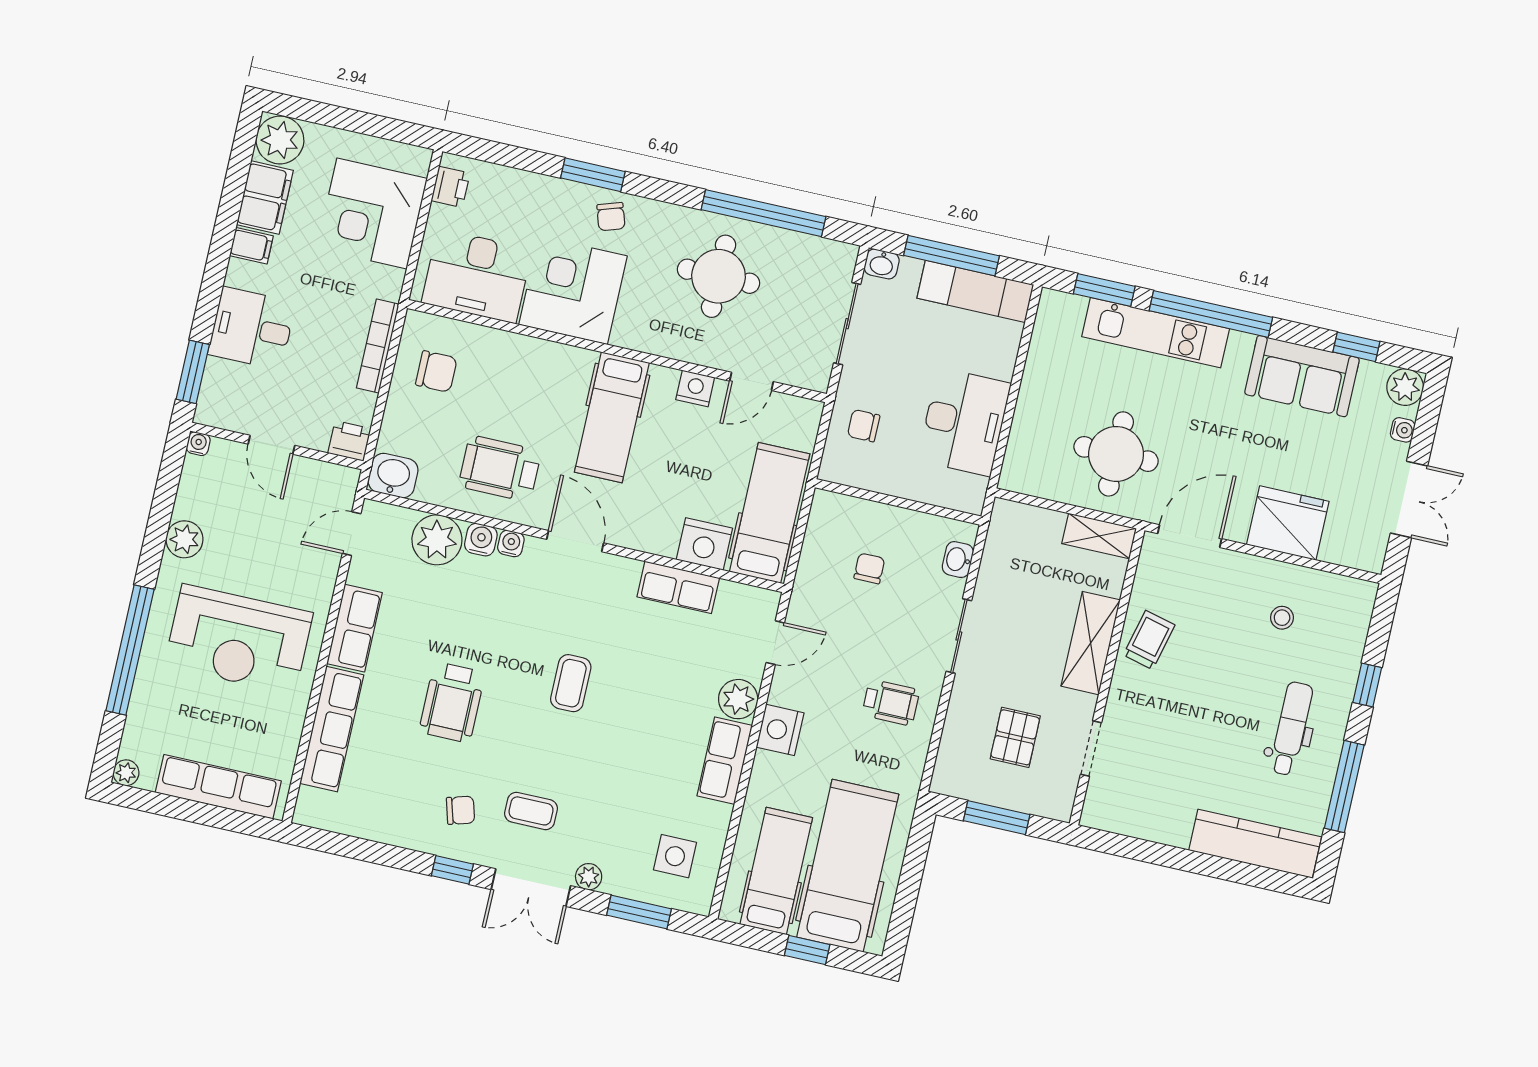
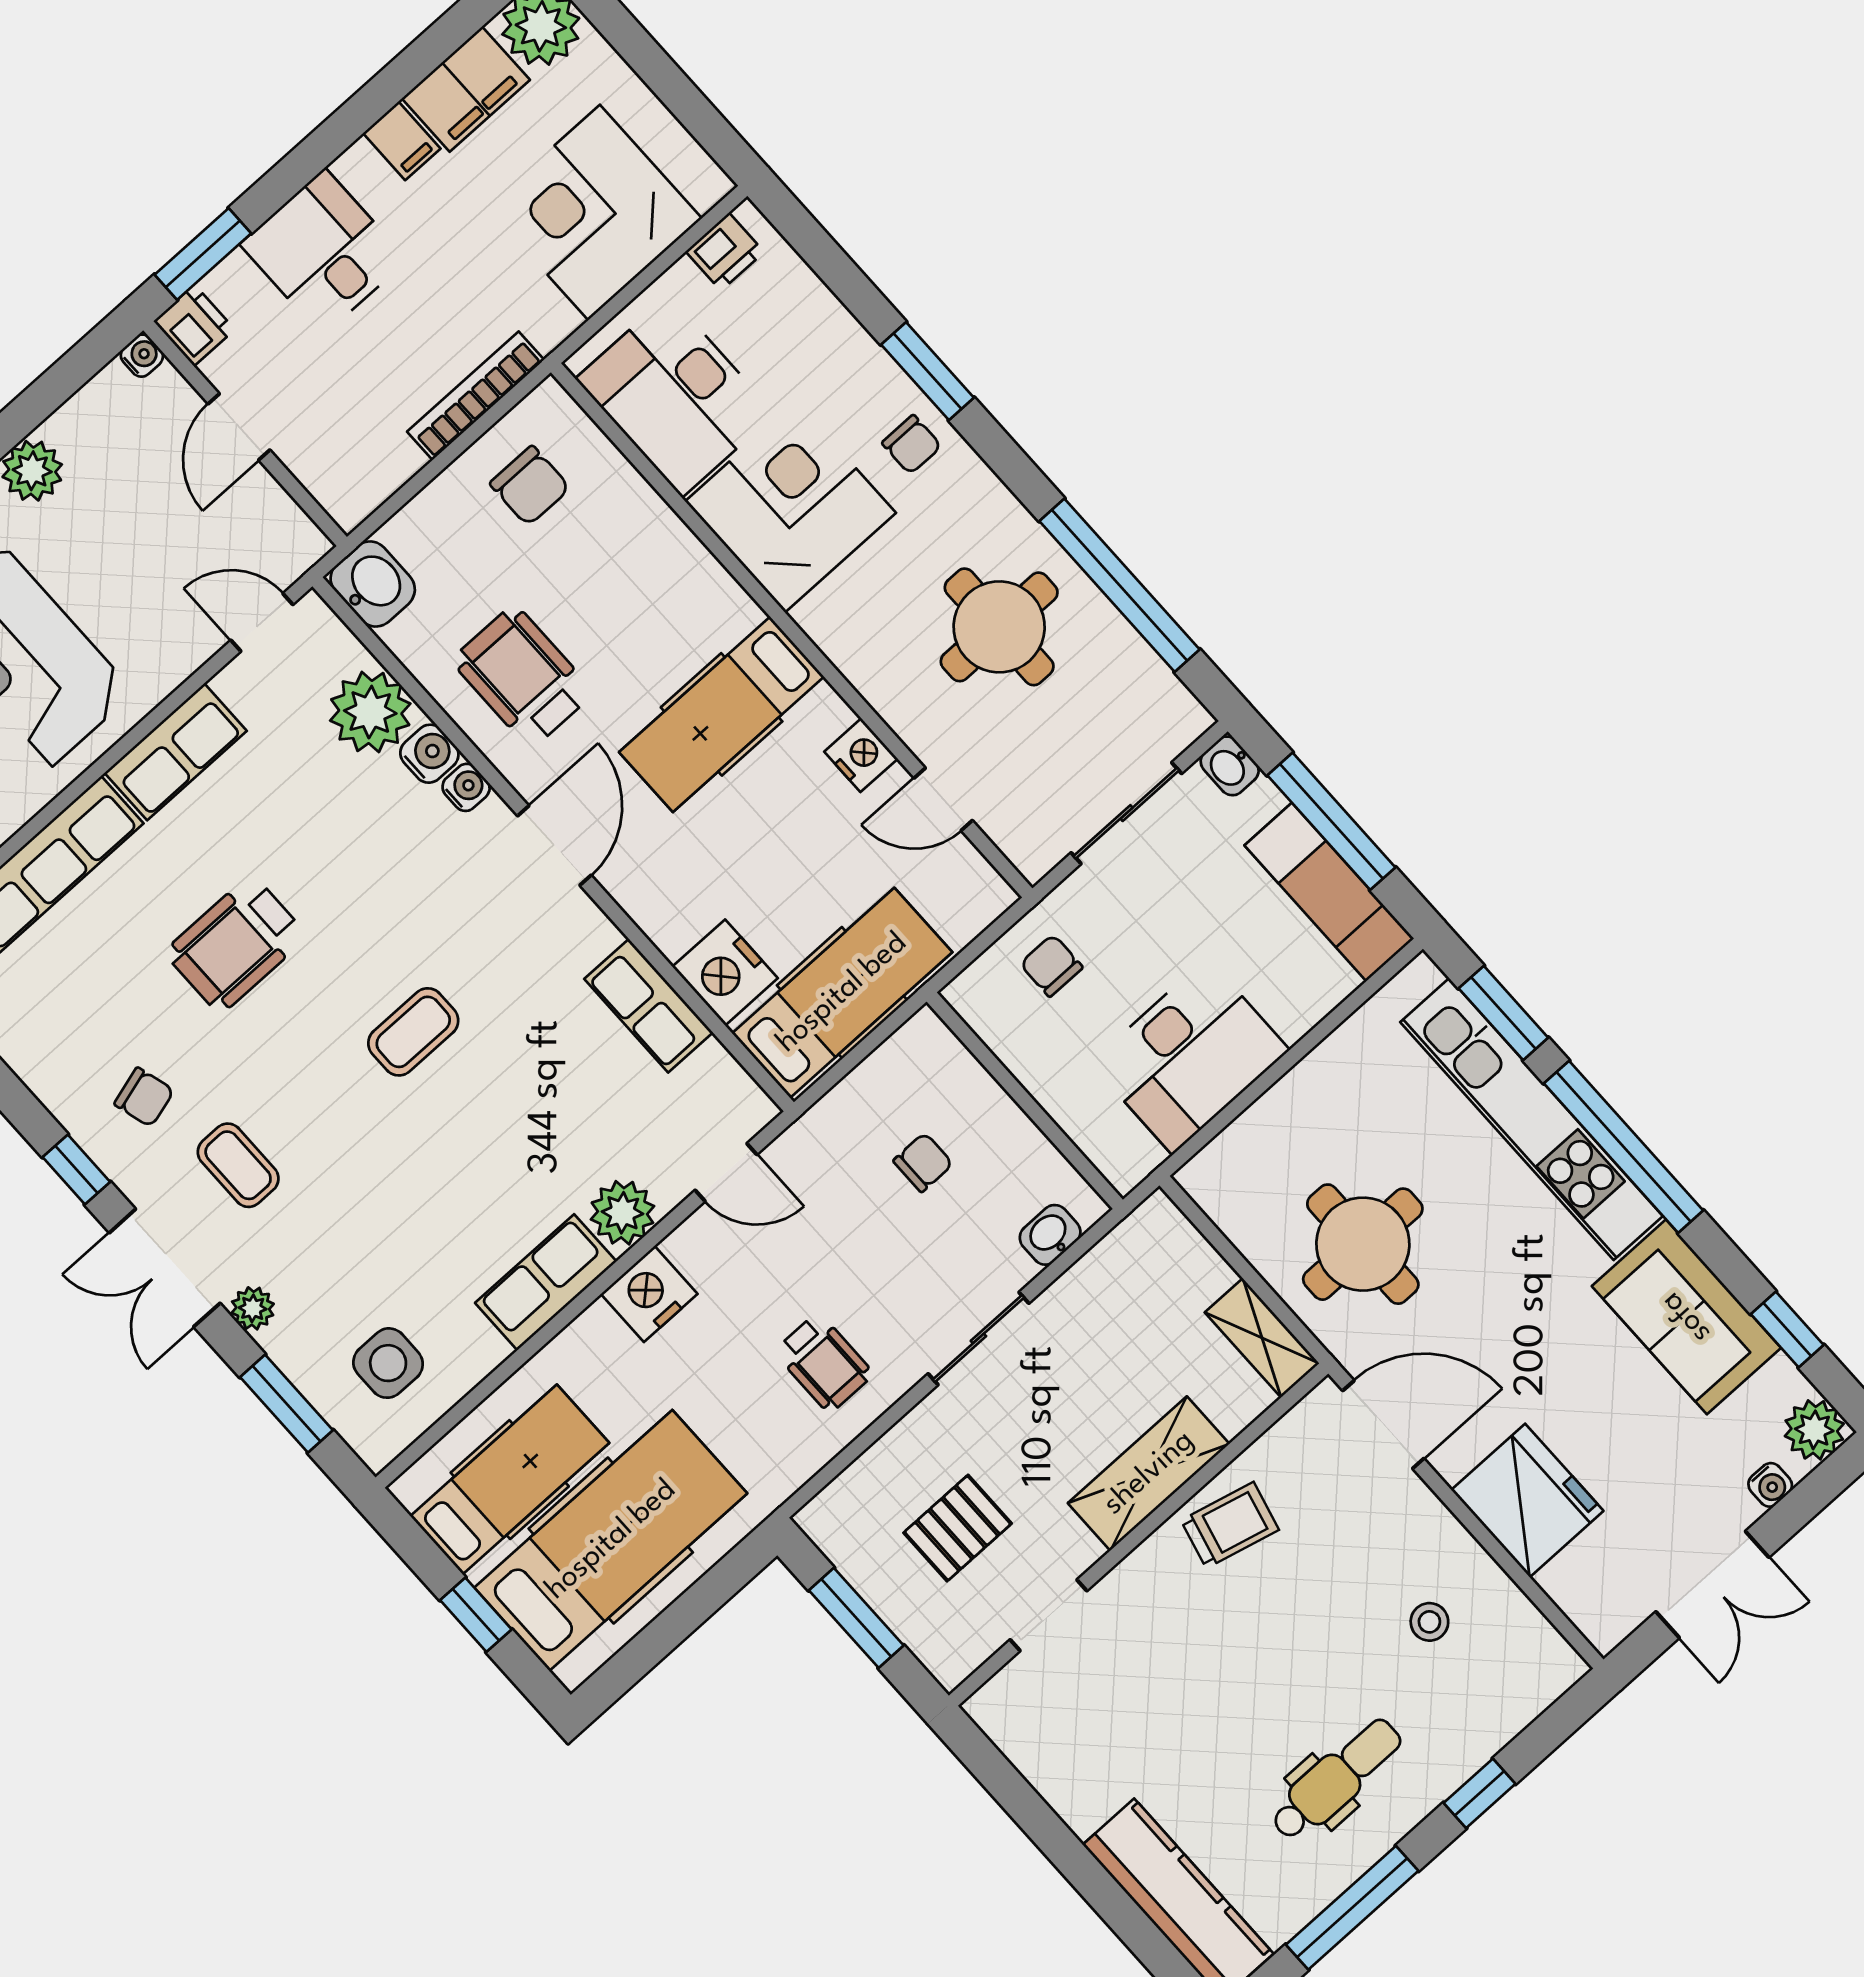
chair: (611, 217) -> (912, 444), turned -72
kitchen unit: (1156, 333) -> (1531, 1119), width x1.36
printer: (349, 441) -> (194, 325), moved

